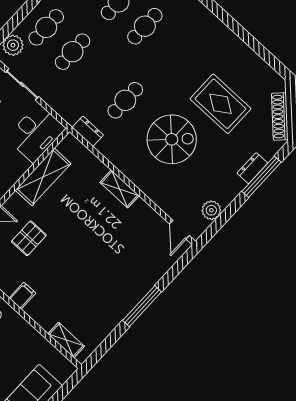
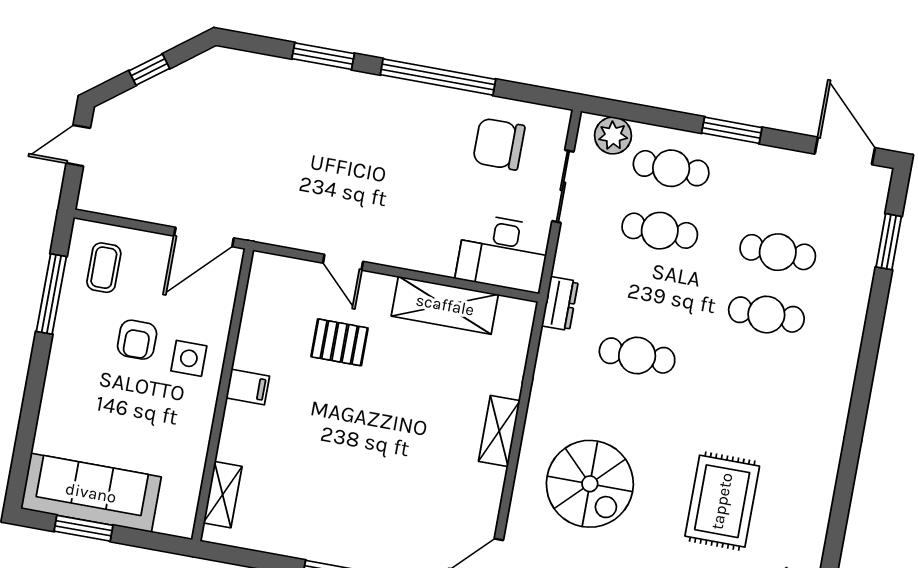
dresser: (88, 131) -> (560, 304), moved
spiral stairs: (172, 139) -> (590, 484), moved

